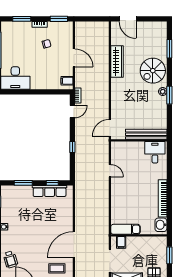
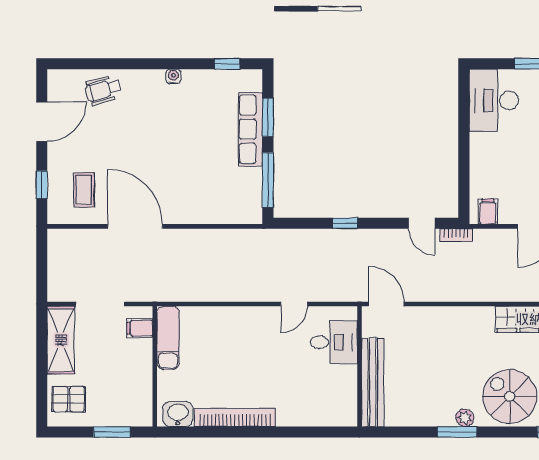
desk: (155, 152) -> (334, 342), moved
window: (52, 183) -> (268, 180), width x2.17
row of seats: (50, 191) -> (251, 129), moved

